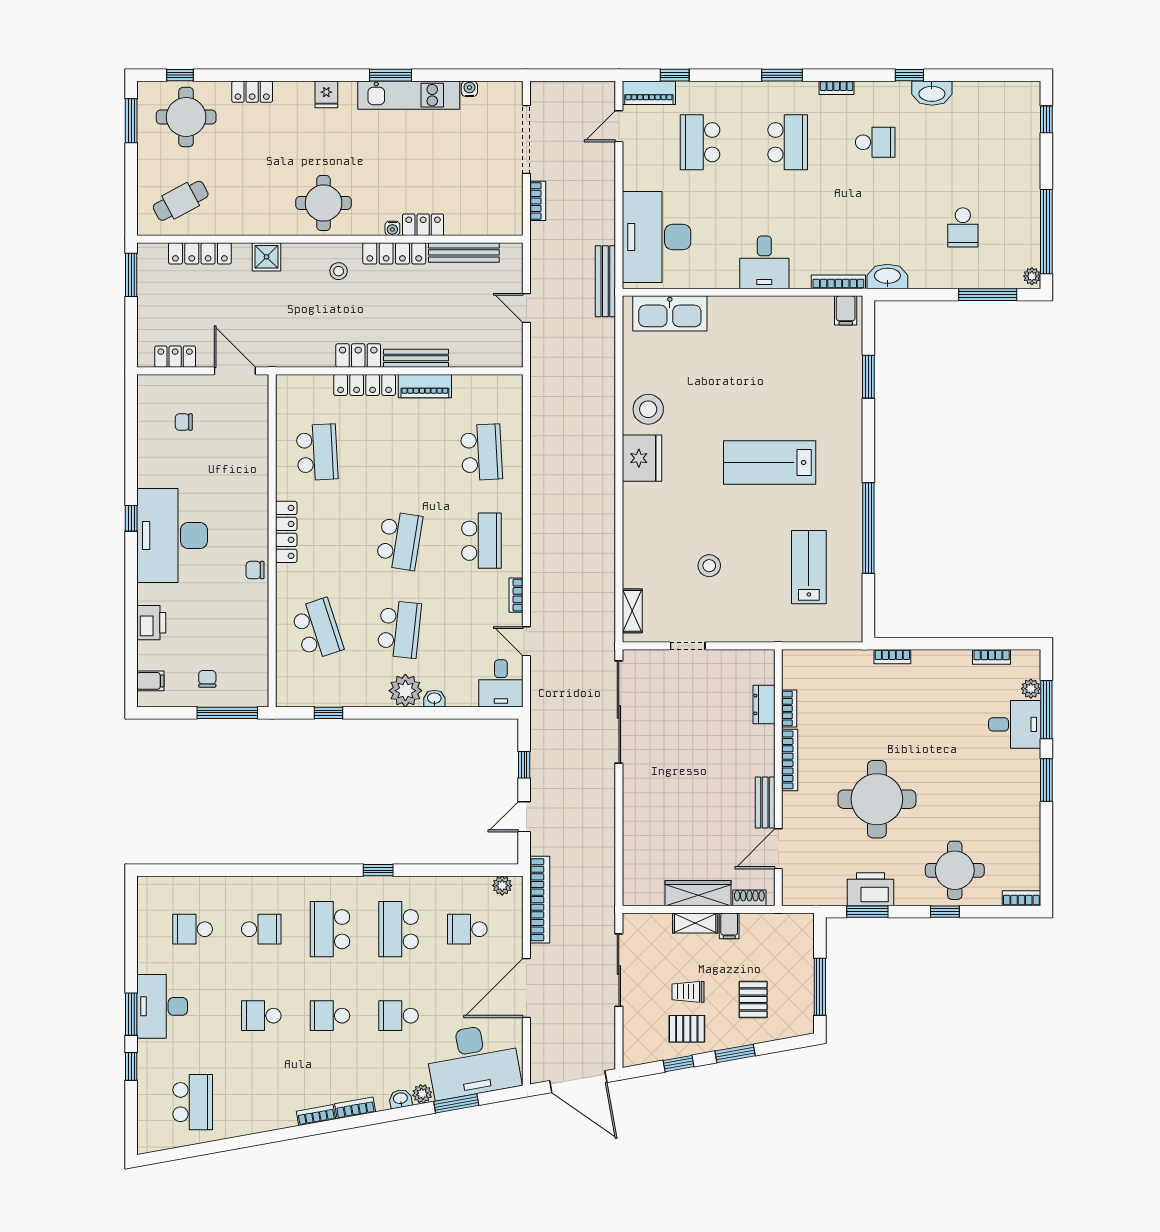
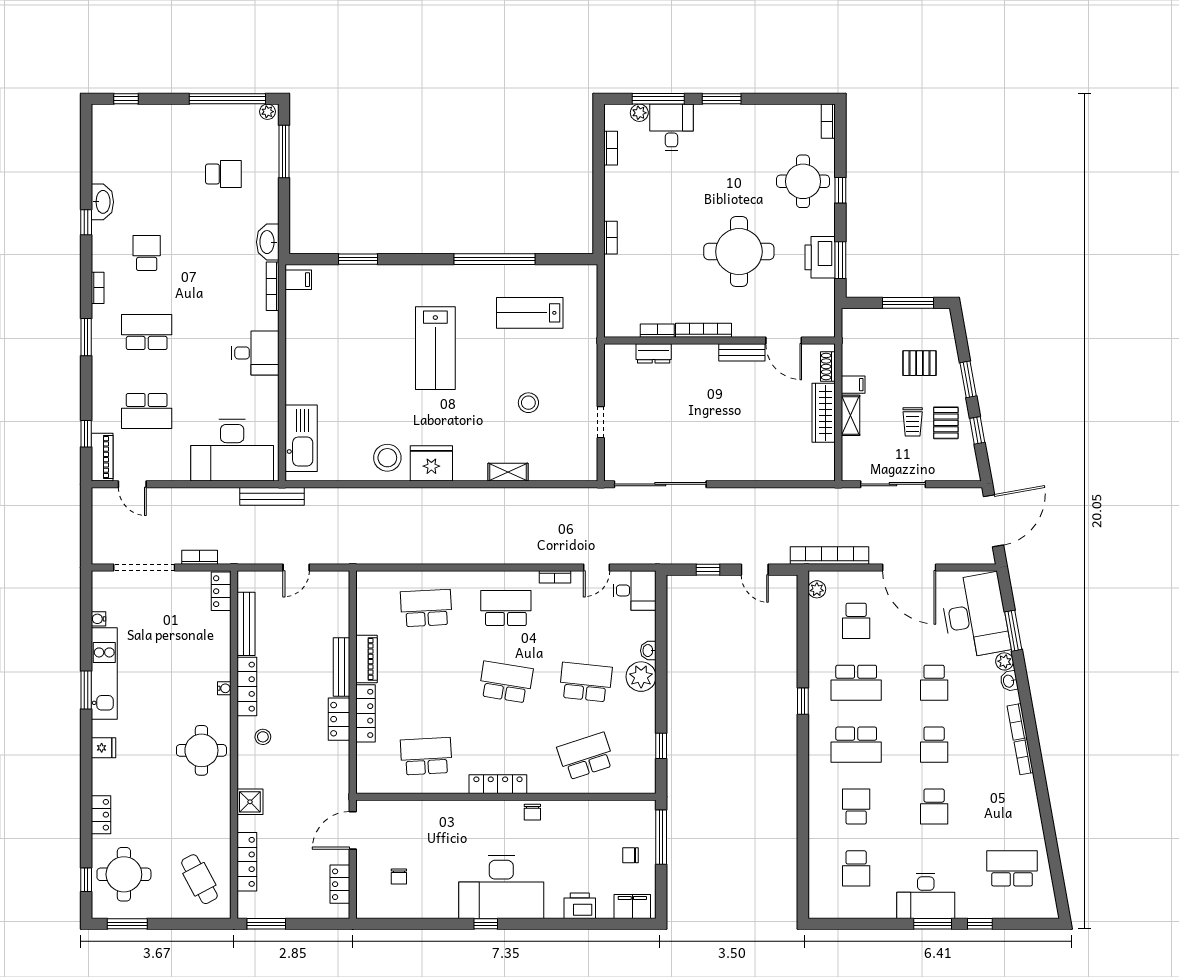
locker: (423, 225) -> (221, 591), moved
shelving: (632, 611) -> (508, 472), moved
filing cabinet: (150, 681) -> (632, 906), width x2.00

